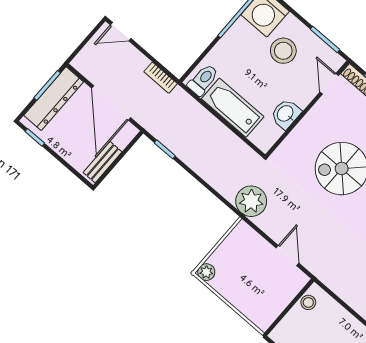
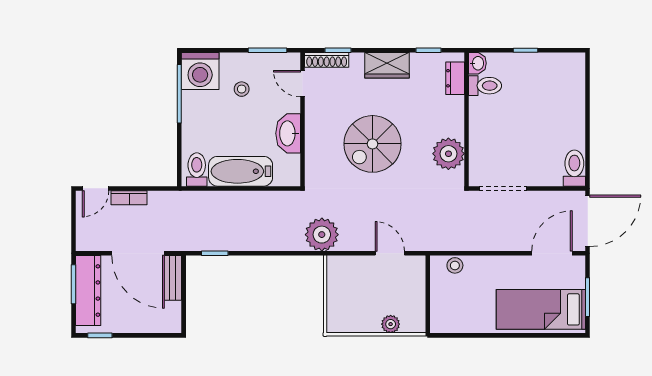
stool: (283, 51) -> (242, 89), width x0.53, depth x0.53
bookcase: (161, 78) -> (129, 198), moved
washbasin: (286, 114) -> (288, 133), width x1.38
bench: (103, 162) -> (173, 278), moved
plant: (206, 272) -> (391, 324), moved
stool: (308, 302) -> (455, 265), moved

